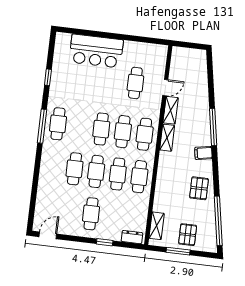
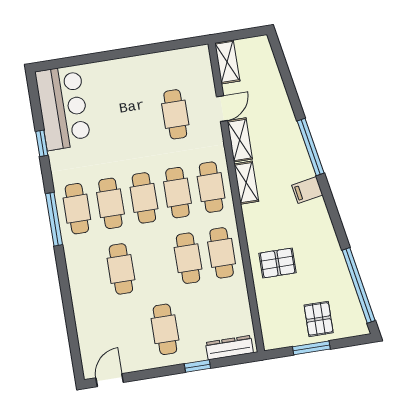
bar counter: (96, 51) -> (63, 108), moved, turned -90
cafe table: (96, 171) -> (110, 203), moved
pallet: (199, 188) -> (278, 263), moved, turned 90
shelving: (157, 226) -> (227, 62), moved
dresser: (132, 237) -> (229, 348), width x1.44

